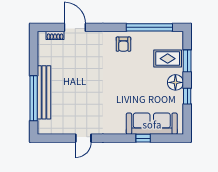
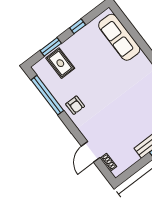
armchair: (123, 44) -> (75, 105), turned 90
floor lamp: (175, 82) -> (74, 43), removed
window: (143, 138) -> (135, 35), removed

